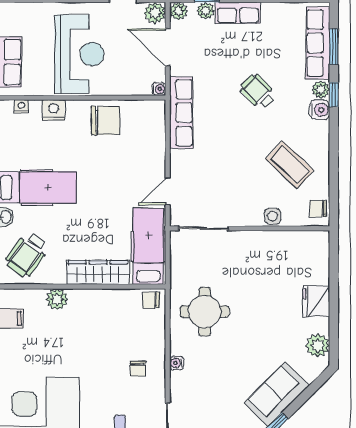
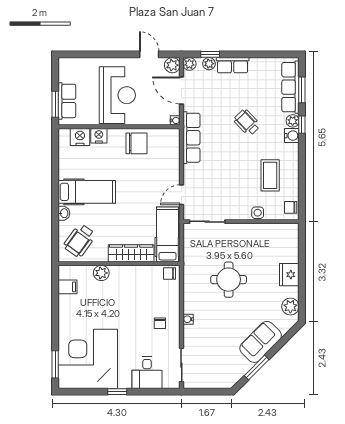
nightstand: (21, 106) -> (80, 137), width x1.89, depth x1.79
coffee table: (290, 165) -> (270, 175), turned 47
round table: (205, 312) -> (229, 280), moved

